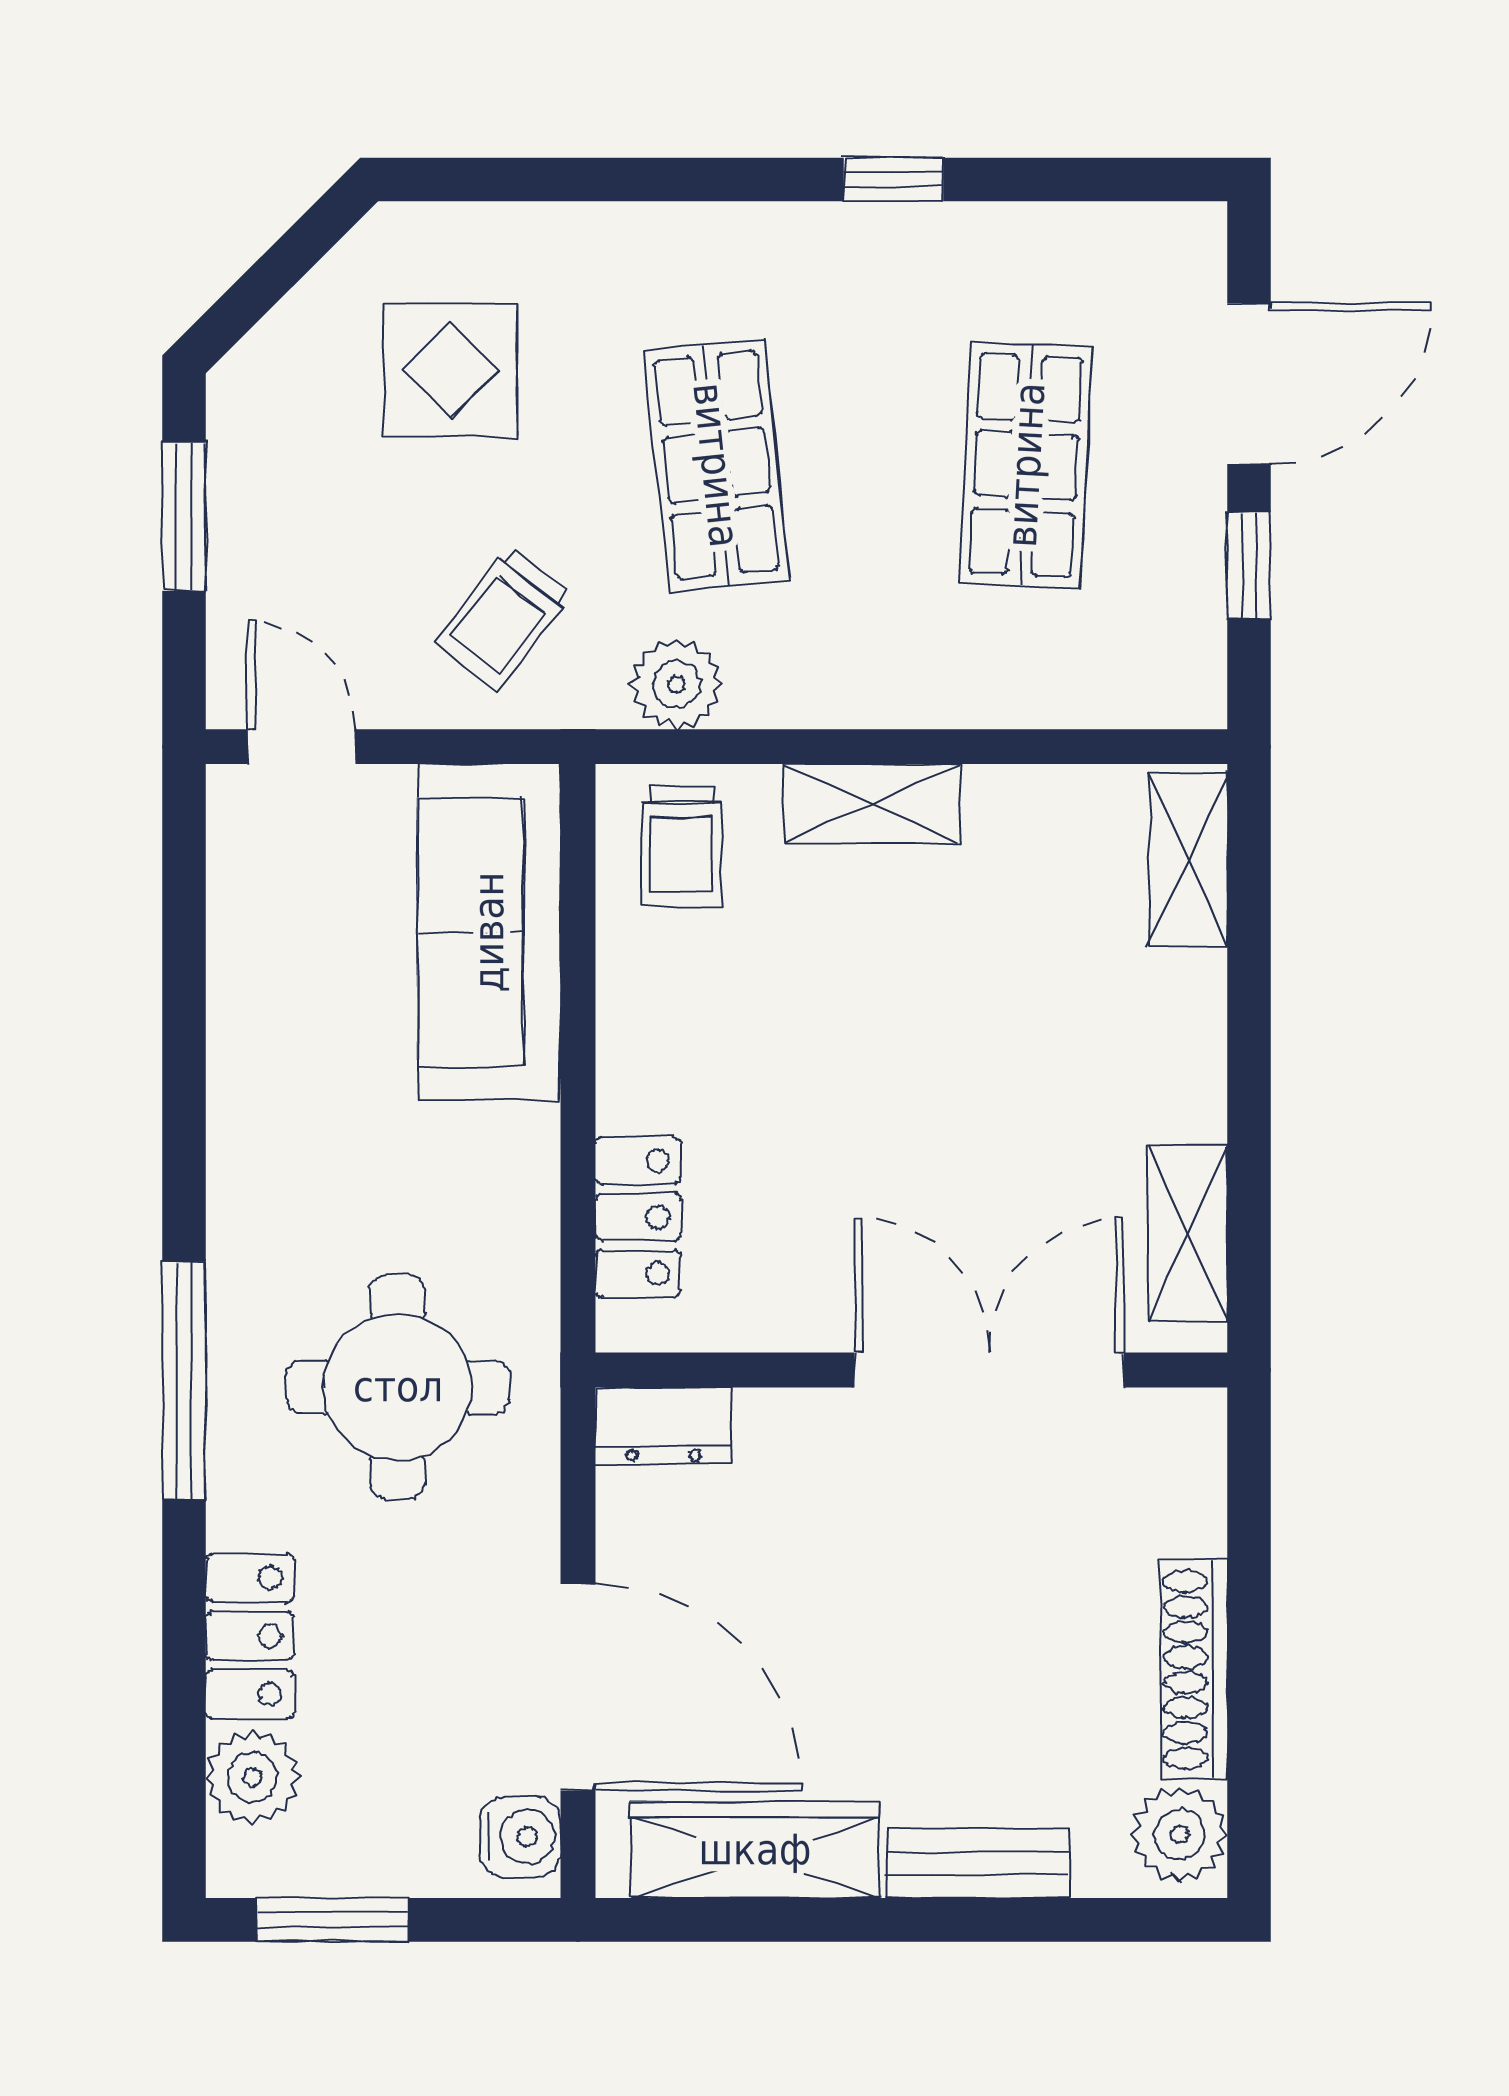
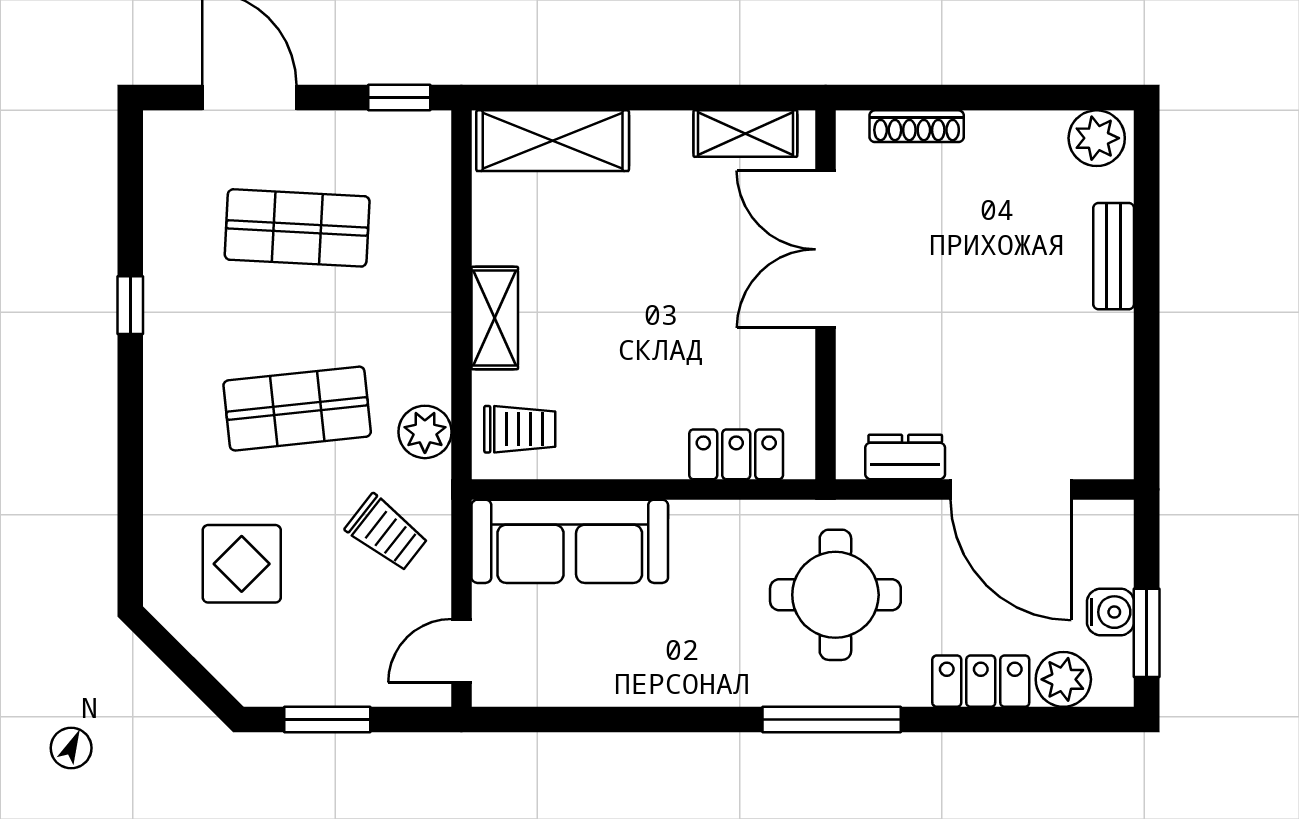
window: (1249, 566) -> (399, 98), moved
shelving: (1188, 859) -> (553, 141), width x1.50, depth x1.33
dresser: (663, 1426) -> (905, 457), moved, turned -90
shoe rack: (1194, 1670) -> (917, 126), moved, width x0.74, depth x0.81
door: (578, 1687) -> (1011, 489), swing flipped
water cooler: (520, 1837) -> (1111, 612), moved, turned 90
wardrobe: (755, 1850) -> (1106, 386), removed

